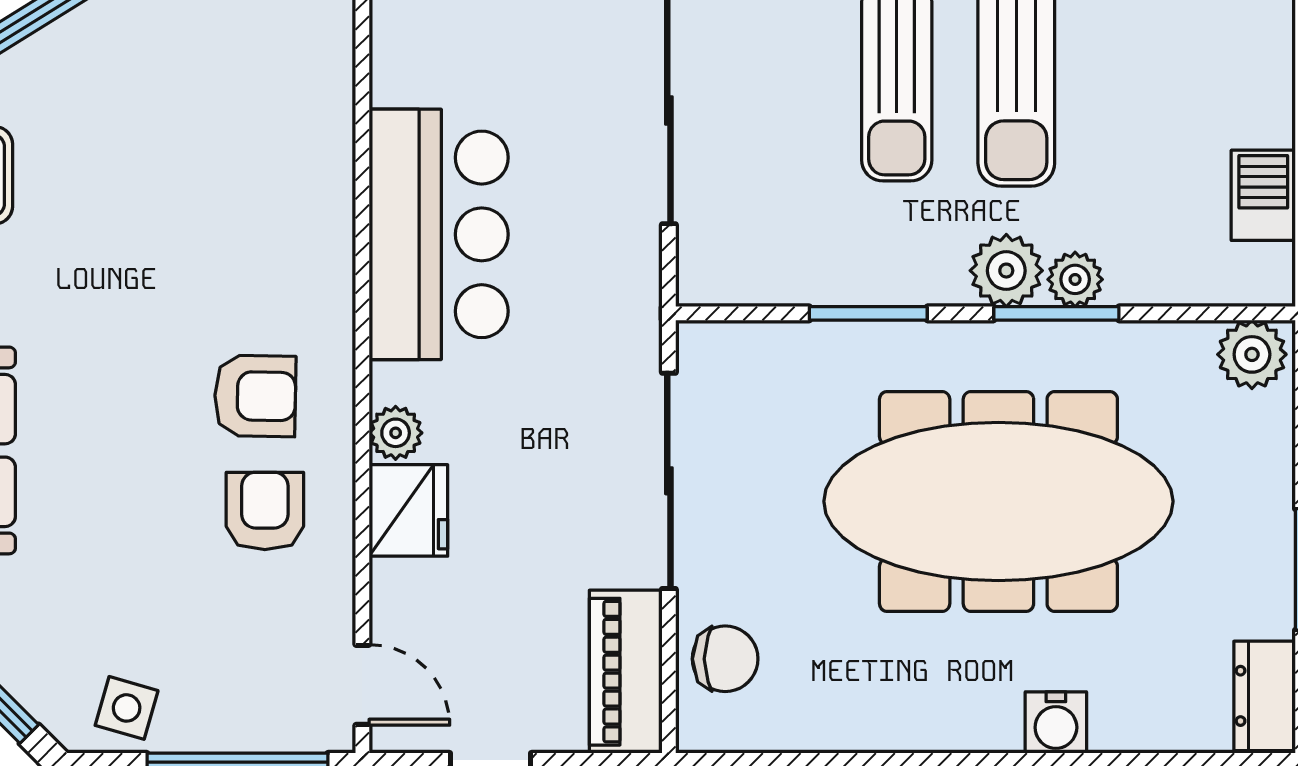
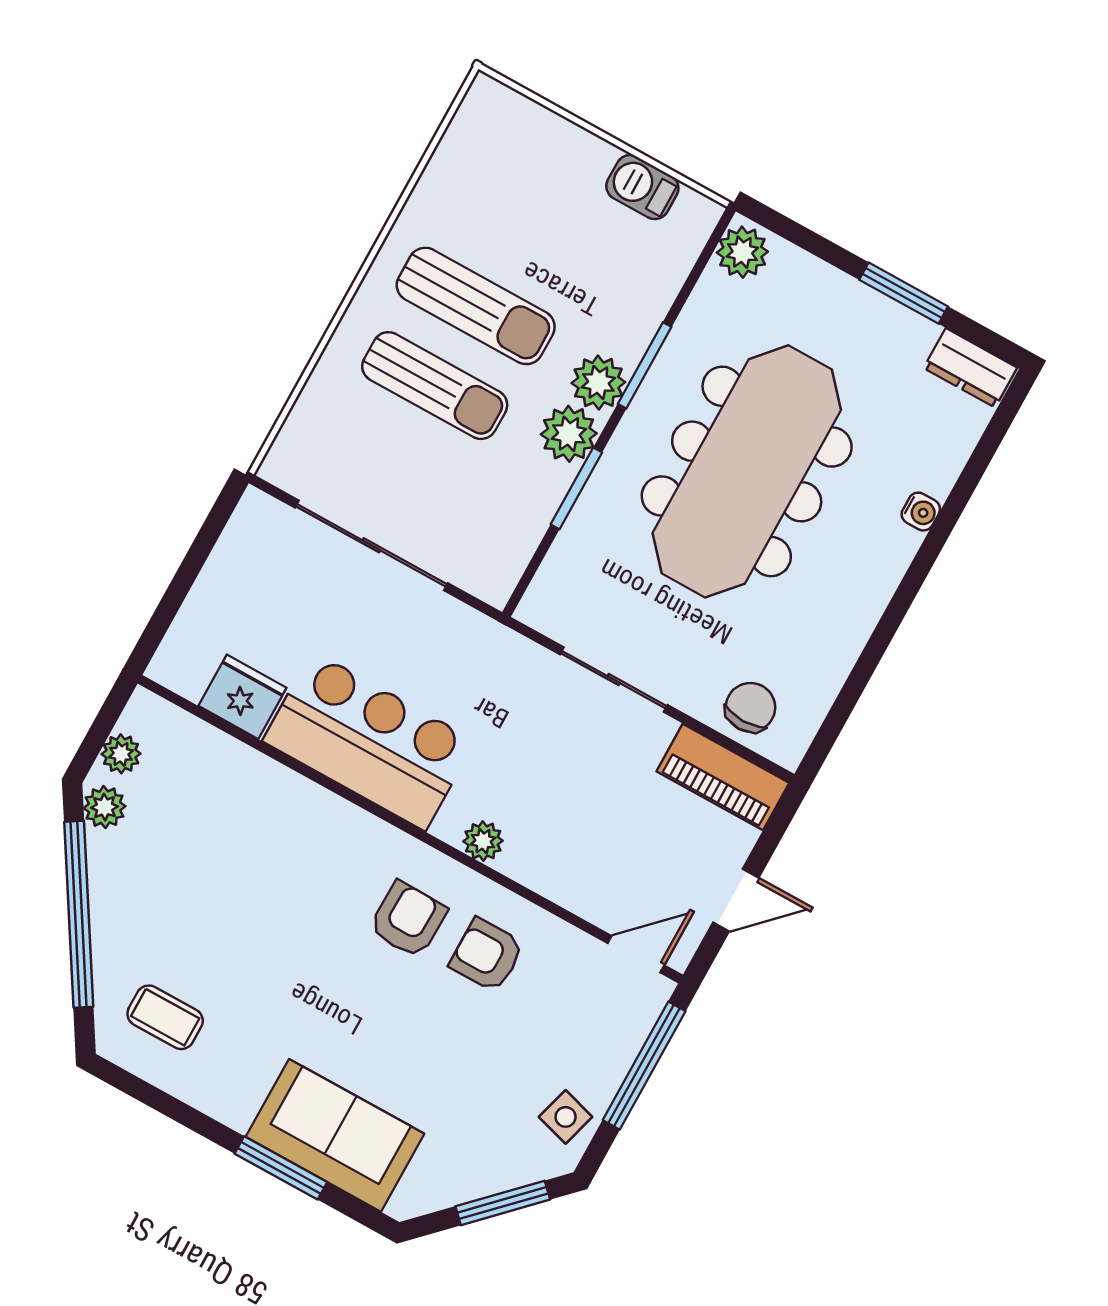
plant: (1075, 279) -> (569, 434), moved, width x1.38, depth x1.38
sliding door: (669, 481) -> (614, 680), width x0.73
fridge: (408, 510) -> (242, 697), moved
water cooler: (1056, 723) -> (921, 512), width x0.72, depth x0.72

